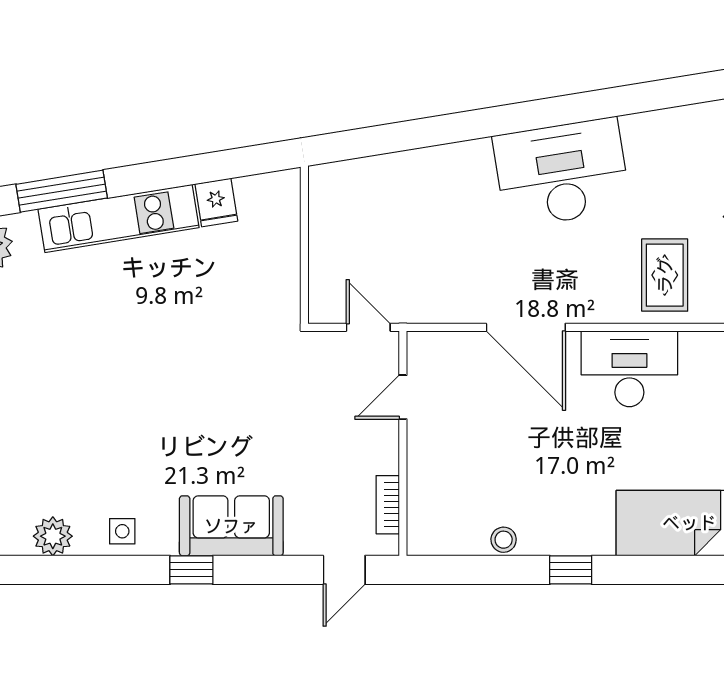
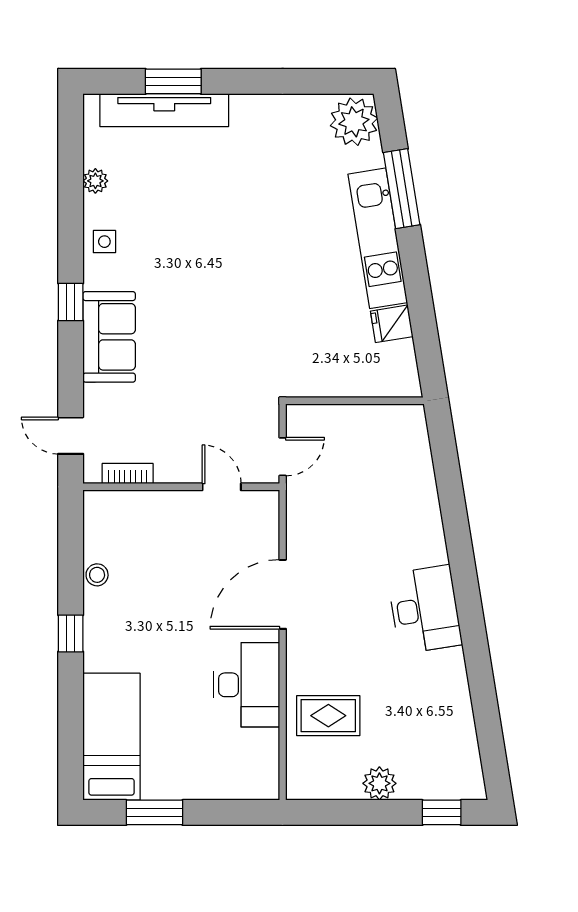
desk: (562, 173) -> (425, 609), width x0.73, depth x0.77
plant: (53, 536) -> (95, 181), width x0.73, depth x0.73

